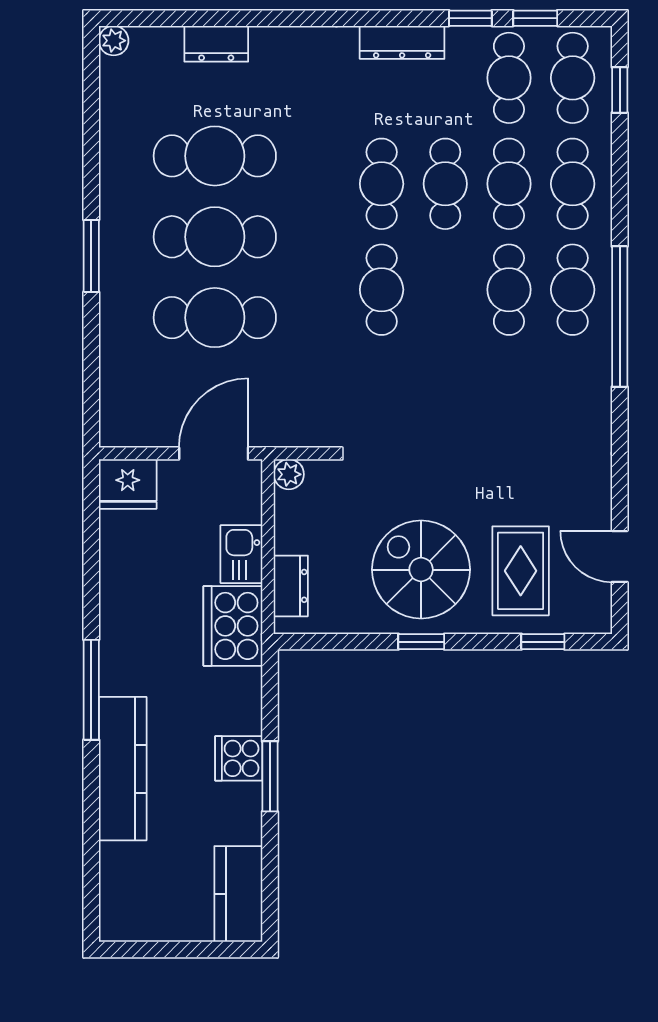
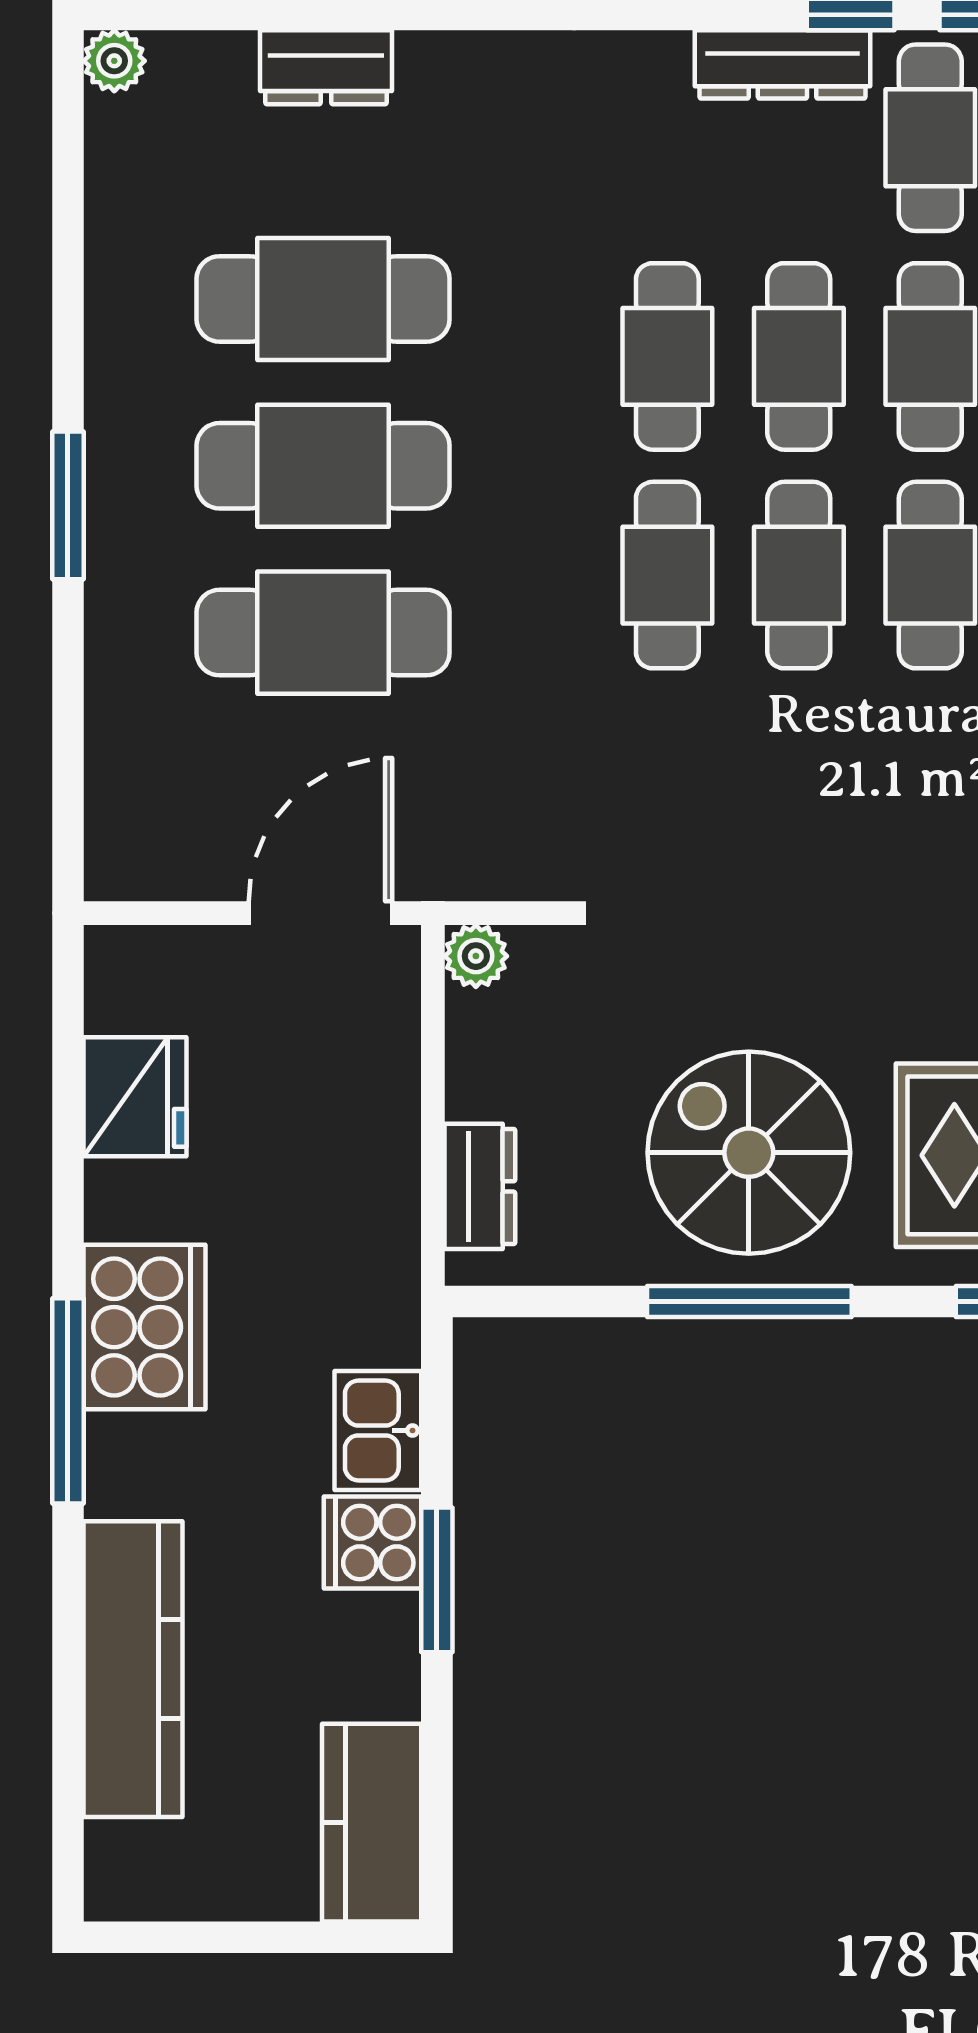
dresser: (402, 42) -> (782, 64), moved
cafe table: (445, 290) -> (799, 575), added
fridge: (128, 484) -> (135, 1097), moved, turned -90
kitchen sink: (241, 554) -> (378, 1430), moved
cooker: (233, 626) -> (144, 1327), moved, turned 180
window: (421, 642) -> (749, 1302), width x2.17
kitchen counter: (123, 769) -> (133, 1669), moved

